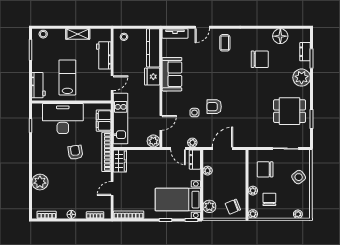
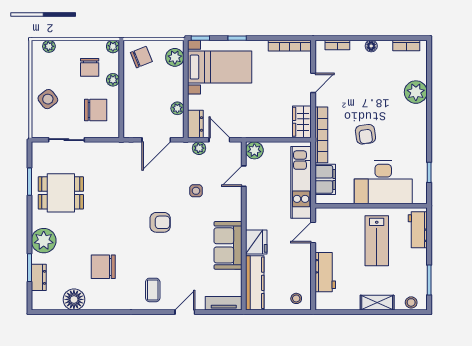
shelving: (78, 34) -> (377, 303), moved
armchair: (214, 107) -> (160, 222), moved

